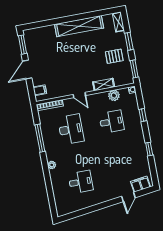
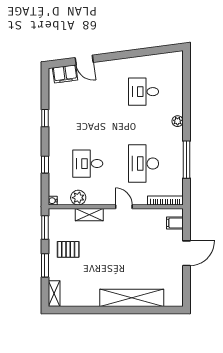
shelving: (79, 26) -> (132, 298), moved
window: (22, 45) -> (186, 287), removed
door: (128, 197) -> (84, 60), swing flipped

